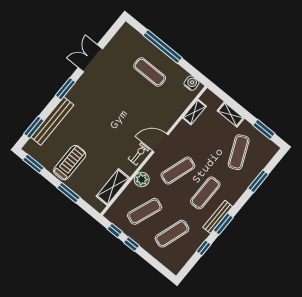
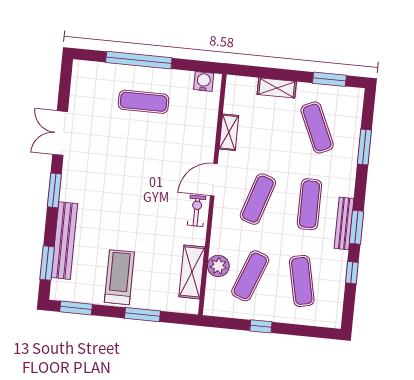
shelving: (194, 112) -> (229, 132), moved
plant: (142, 179) -> (218, 266), moved
window: (115, 230) -> (229, 323), removed
exercise mat: (172, 234) -> (302, 281), turned -30

